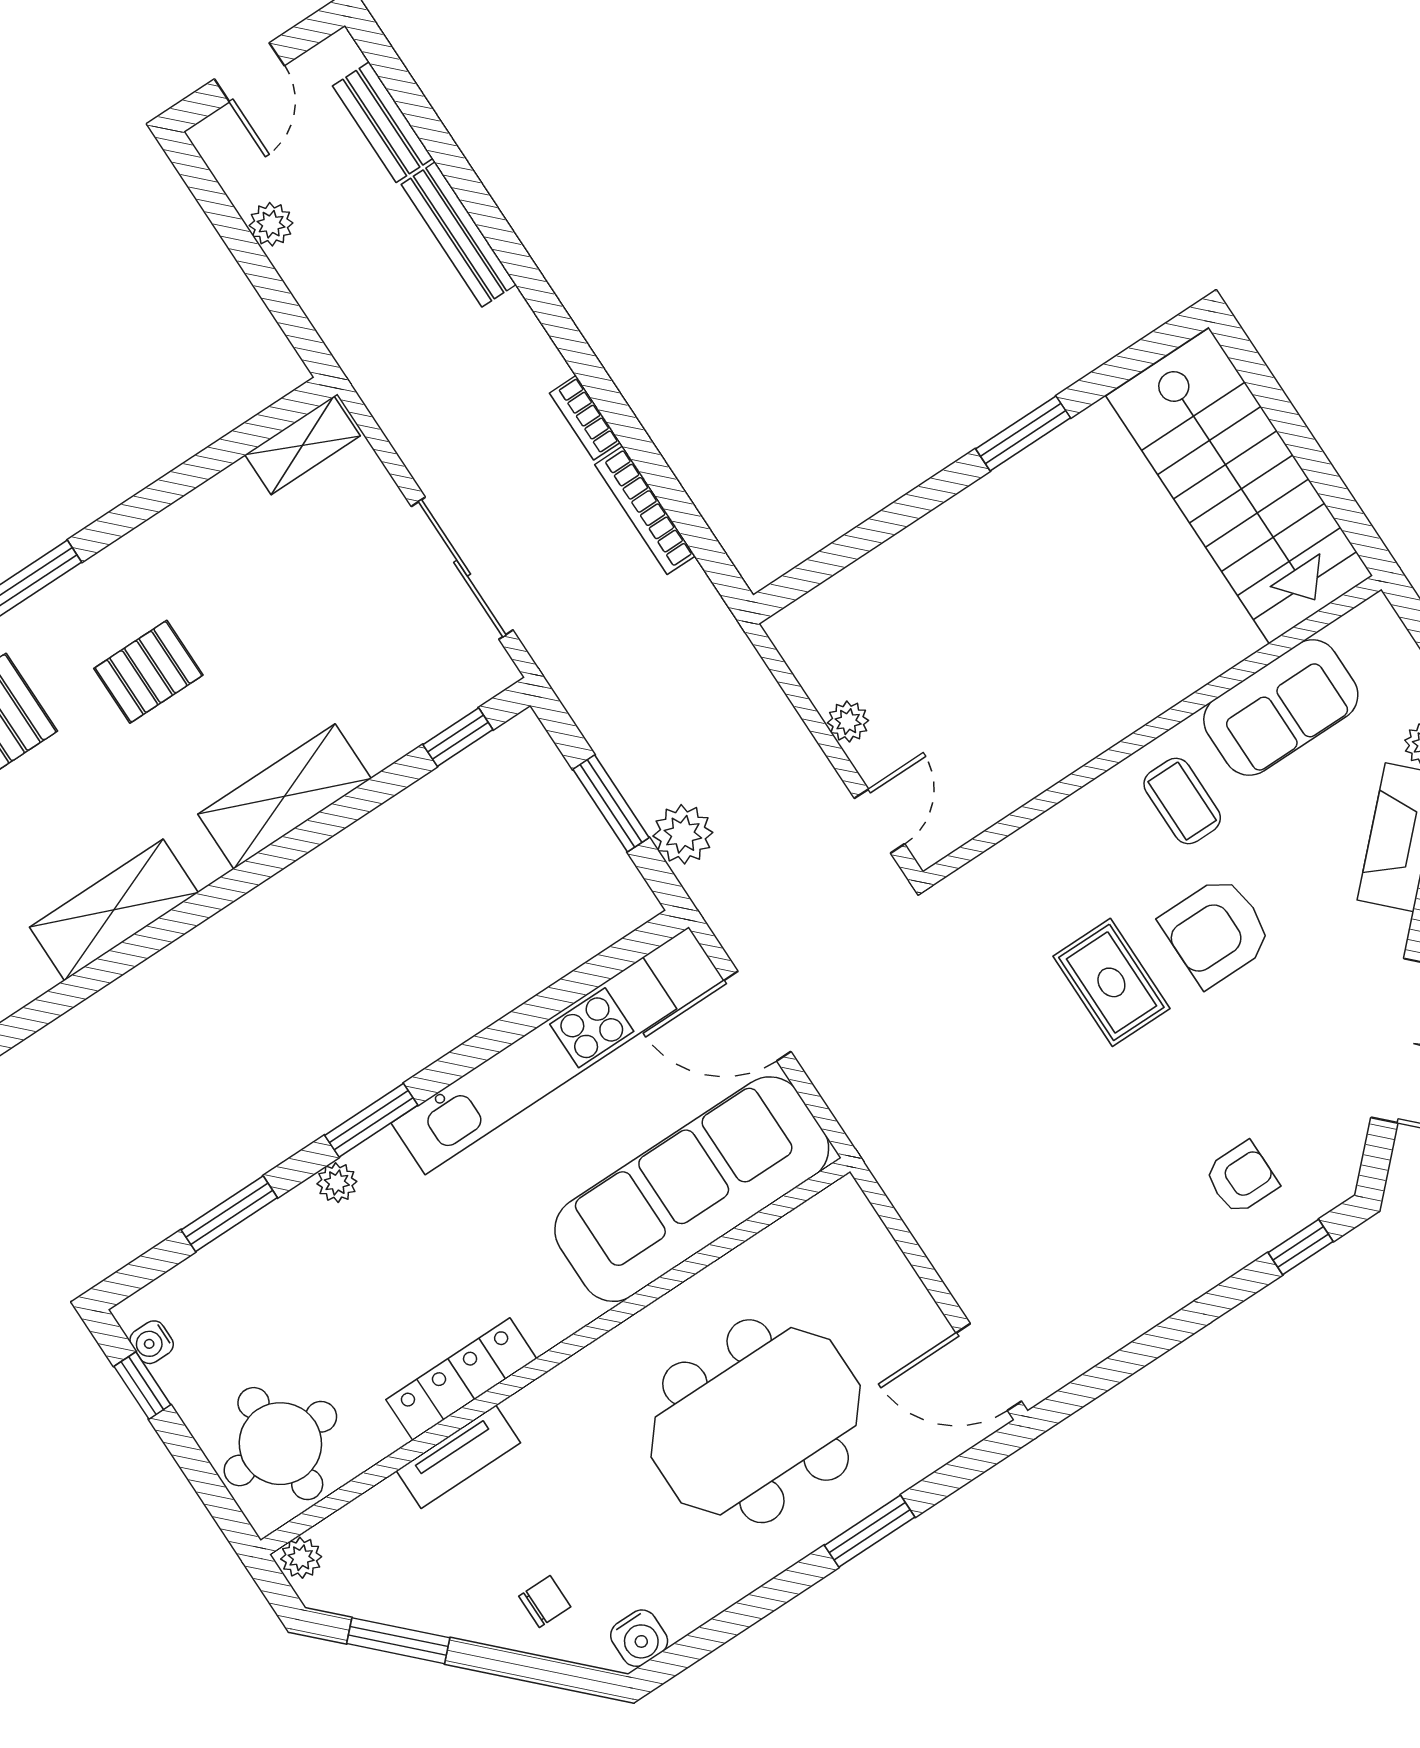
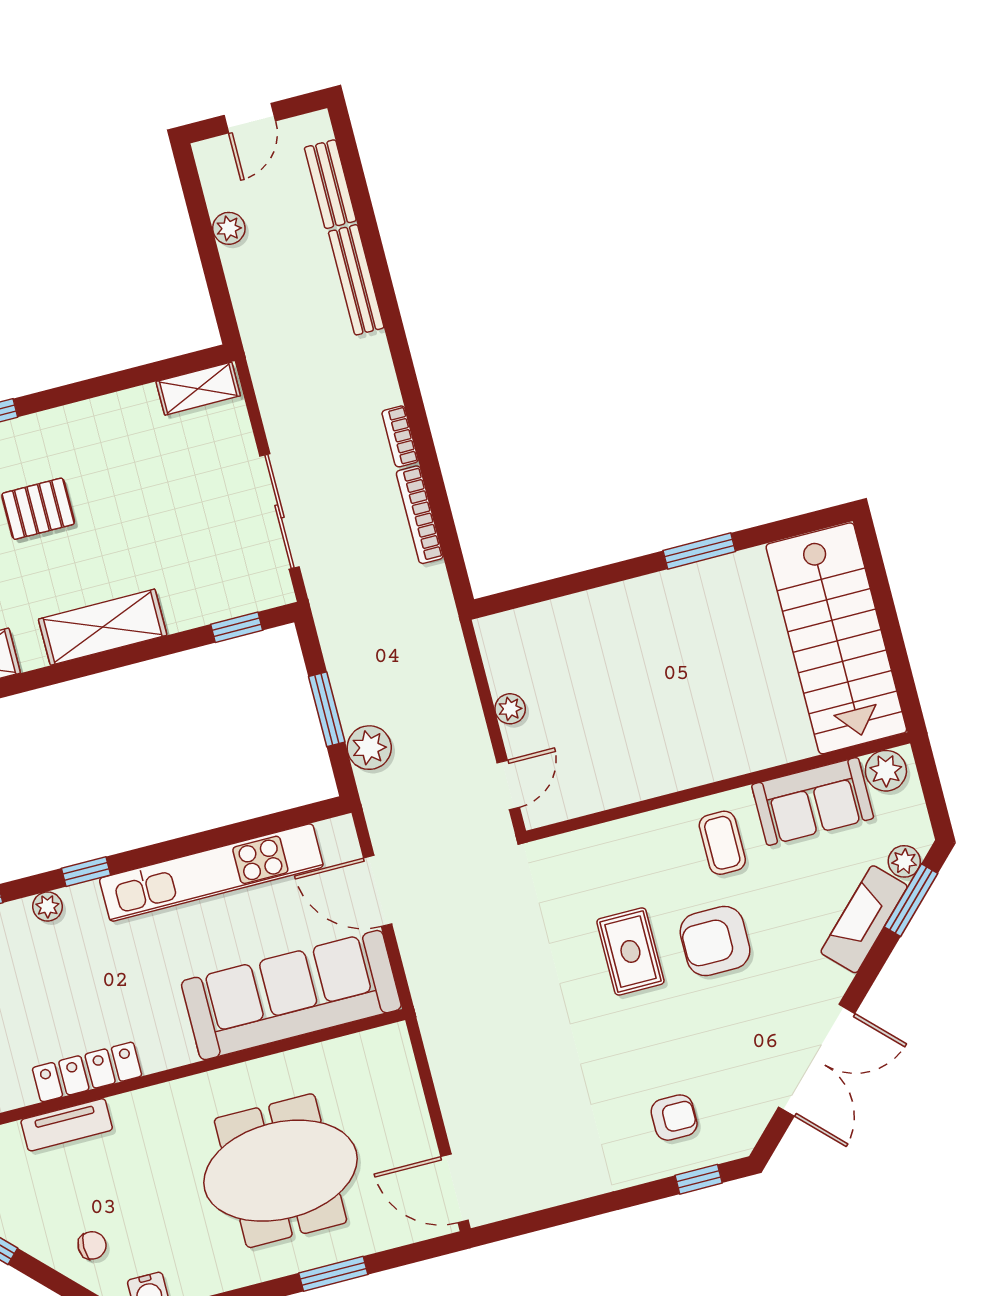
plant: (1362, 635) -> (886, 771), added
window: (371, 1120) -> (86, 872), width x0.67

